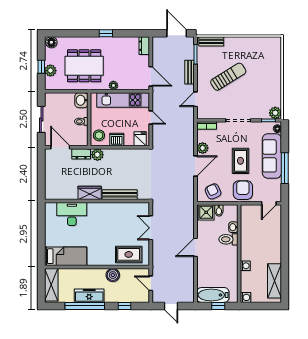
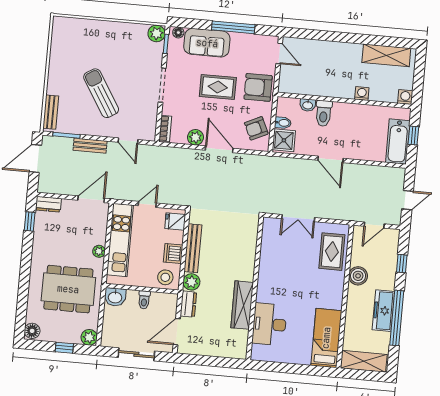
window: (106, 33) -> (30, 221), moved
dining table: (84, 66) -> (68, 289), turned 90
plant: (50, 71) -> (89, 337), moved
sofa: (272, 156) -> (207, 43), width x0.73
wardrobe: (90, 193) -> (242, 305), width x1.50
bench: (120, 195) -> (193, 248), moved

